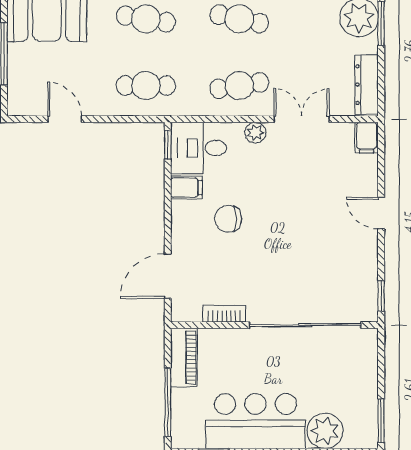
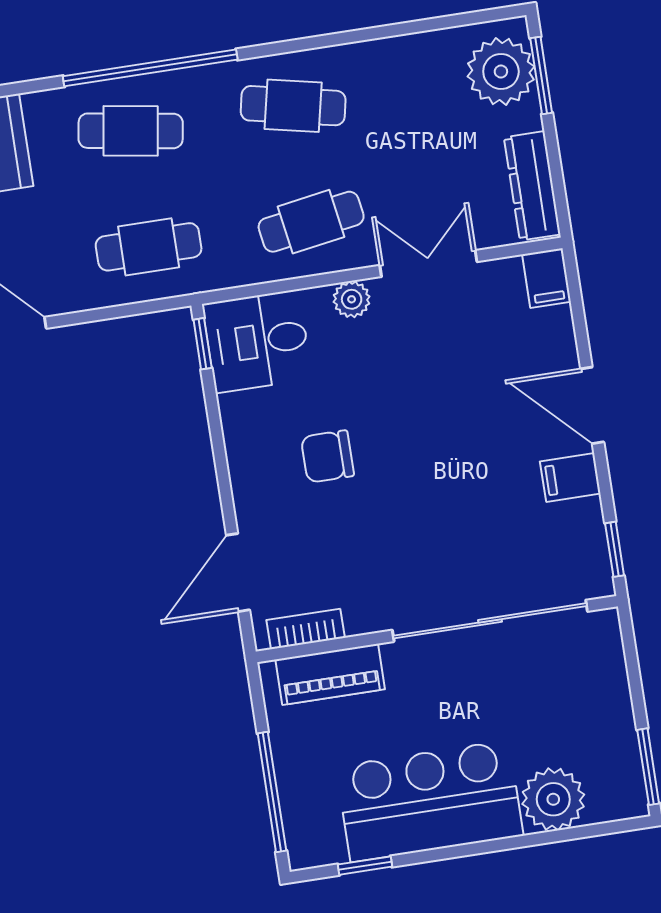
filing cabinet: (186, 188) -> (570, 477), moved, turned 180
door: (381, 213) -> (592, 405), width x1.38
bookcase: (224, 314) -> (306, 629), moved
piano: (184, 358) -> (330, 674), moved, turned 90

